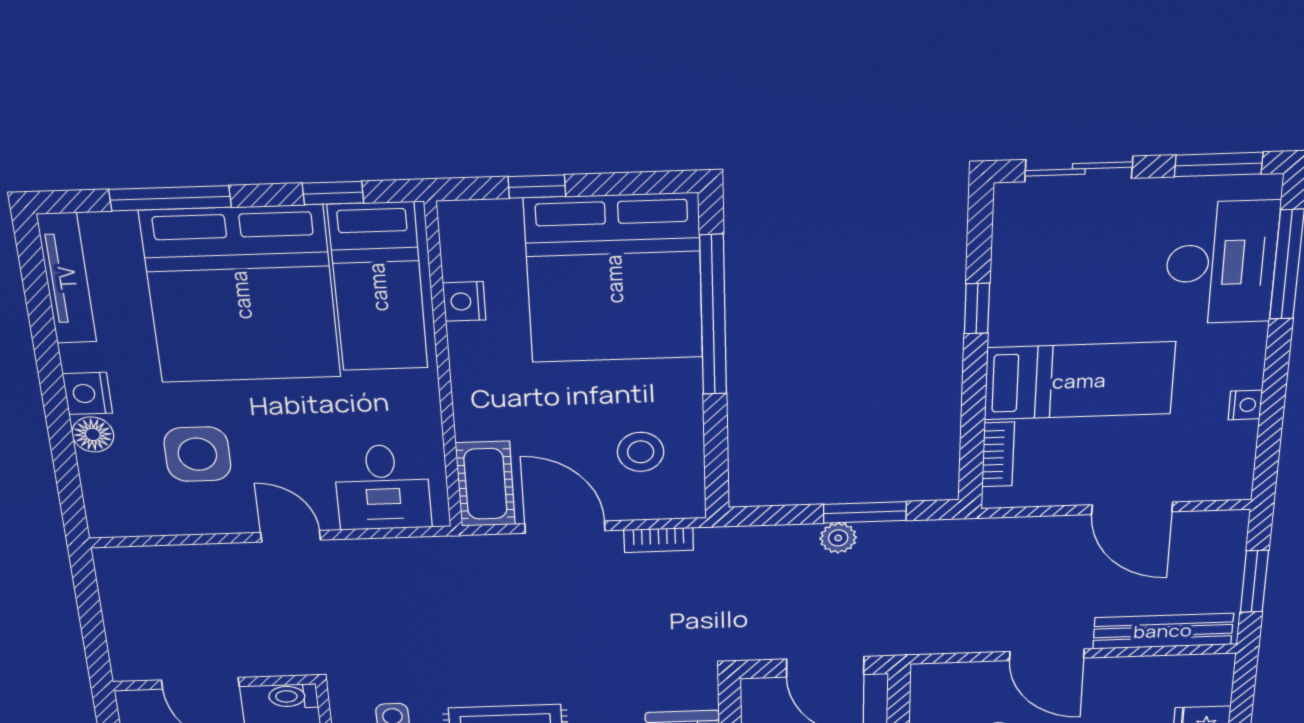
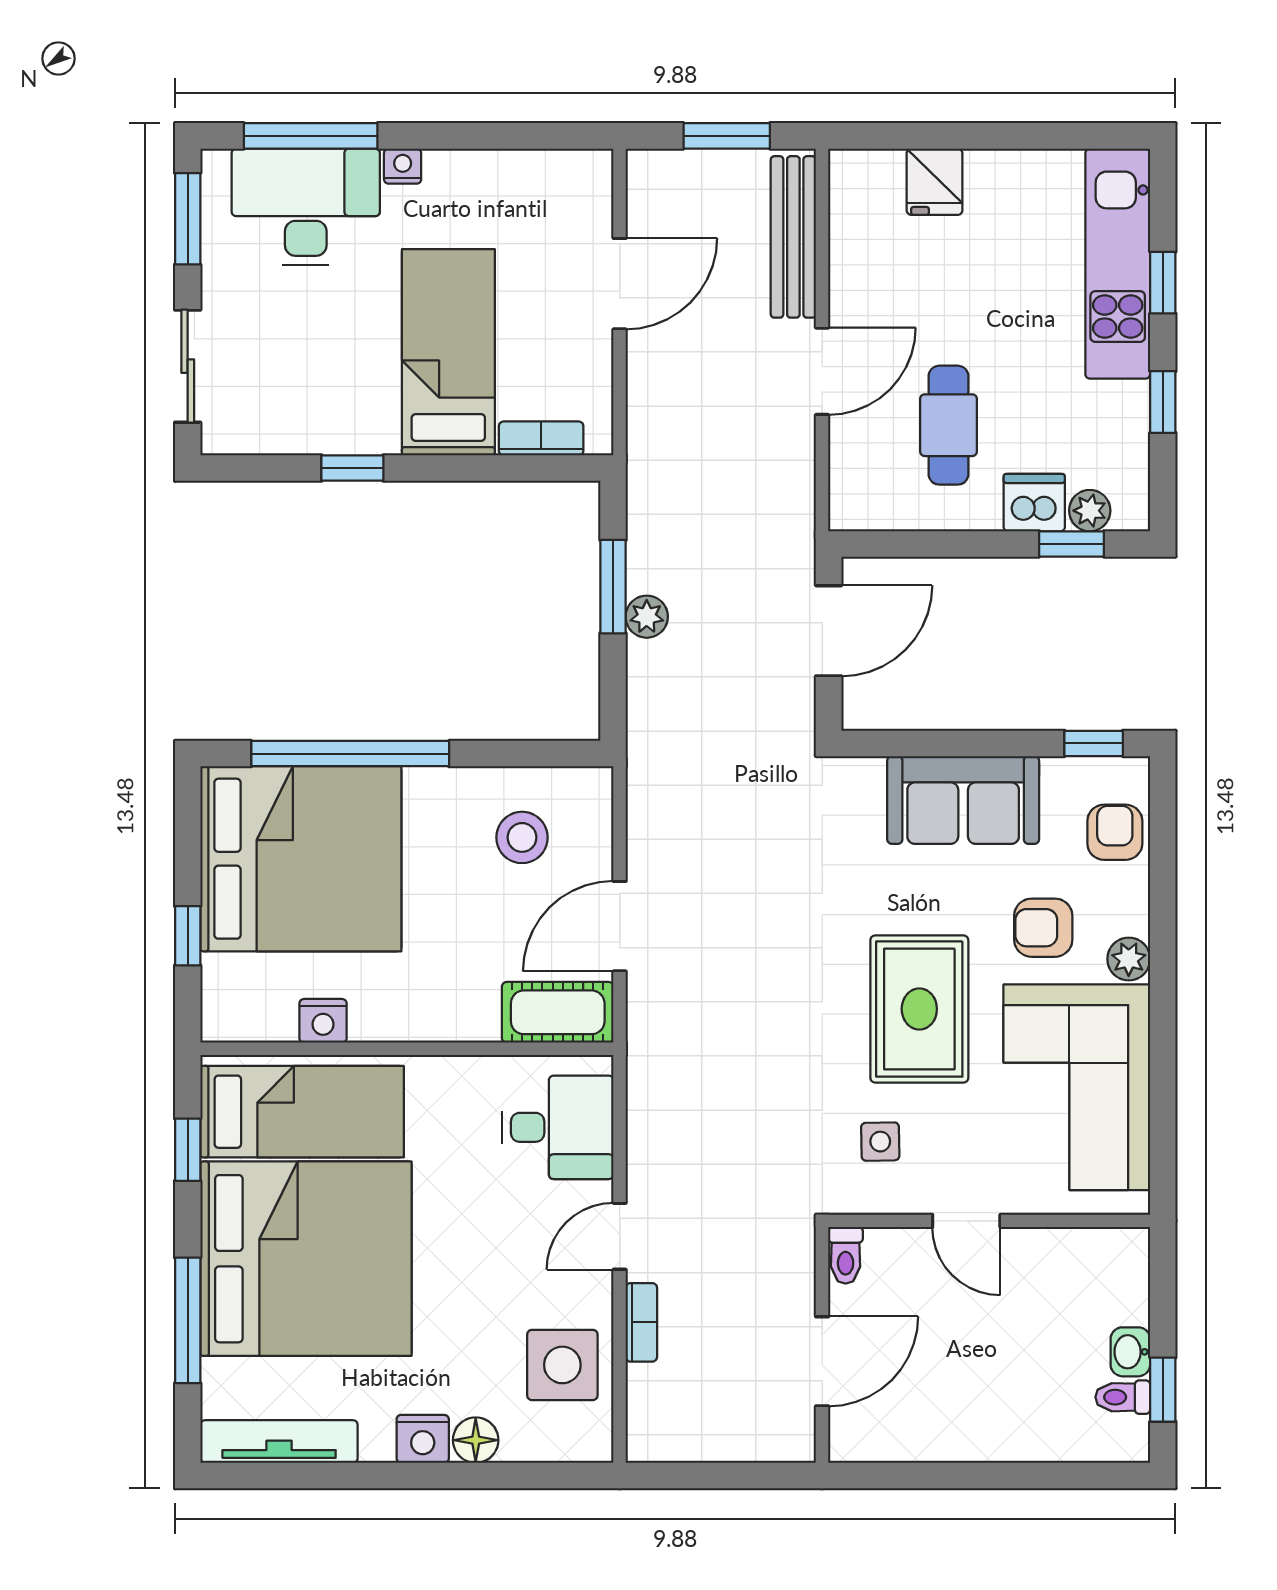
nightstand: (1245, 405) -> (403, 166), moved
side table: (197, 454) -> (562, 1365), moved
bookcase: (659, 540) -> (641, 1322), moved

